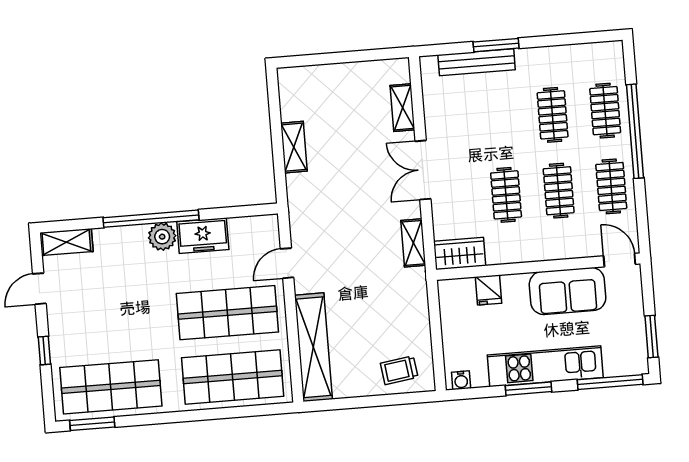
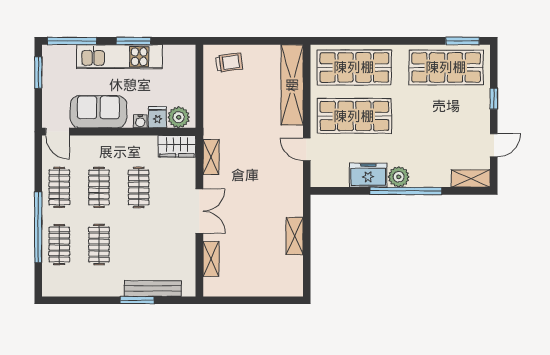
door: (287, 263) -> (307, 149), swing flipped
plant: (460, 292) -> (179, 117), added
water cooler: (461, 380) -> (140, 121), moved, turned 180

